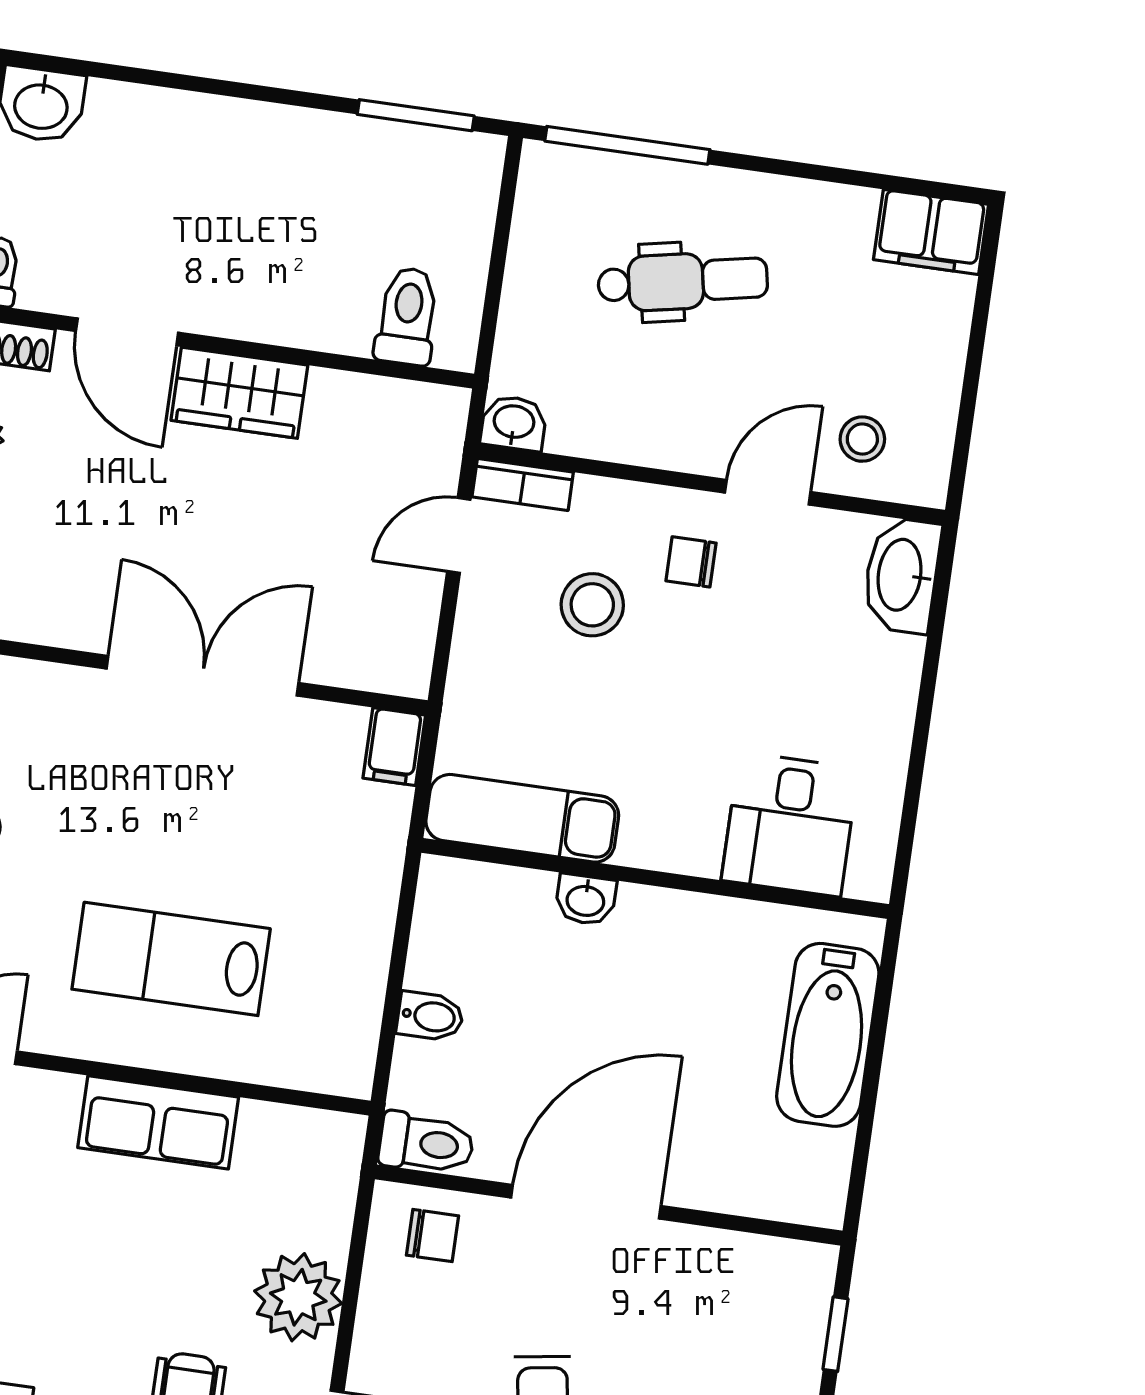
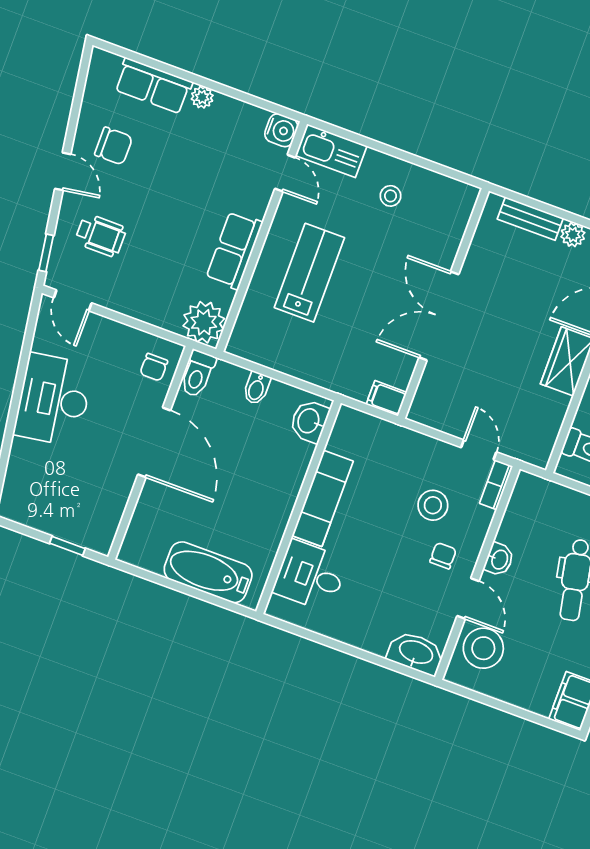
washbasin: (514, 423) -> (499, 559), moved
stool: (862, 439) -> (483, 648), width x1.89, depth x1.89
double door: (202, 676) -> (439, 316), swing flipped
exam couch: (522, 818) -> (323, 498), moved
washbasin: (586, 900) -> (309, 421), moved, width x1.38, depth x1.45
plant: (298, 1297) -> (204, 322), moved

